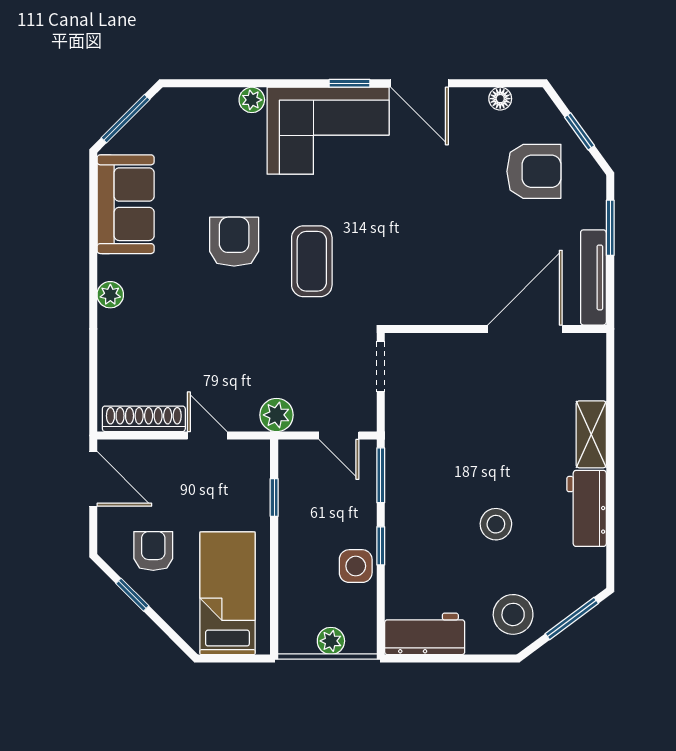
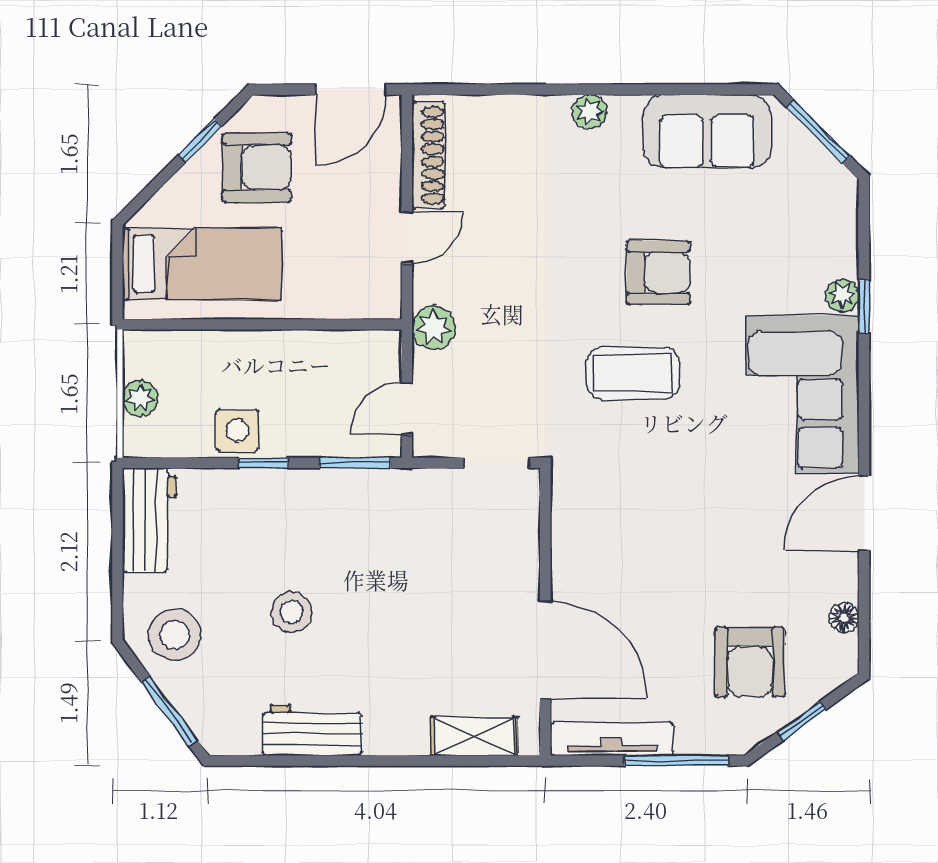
window: (349, 83) -> (864, 306), moved
window: (610, 228) -> (676, 761), width x1.44
shelving: (591, 434) -> (474, 736), moved
window: (274, 498) -> (326, 324), removed
armchair: (153, 551) -> (257, 168), width x1.38, depth x1.38

